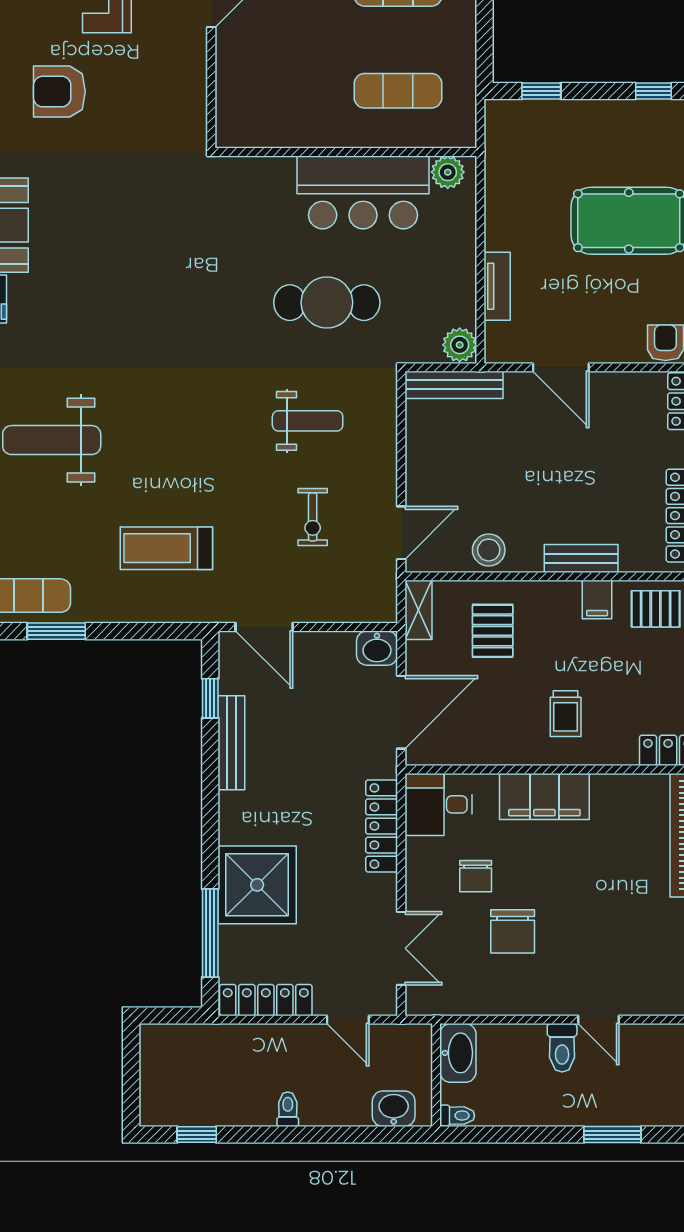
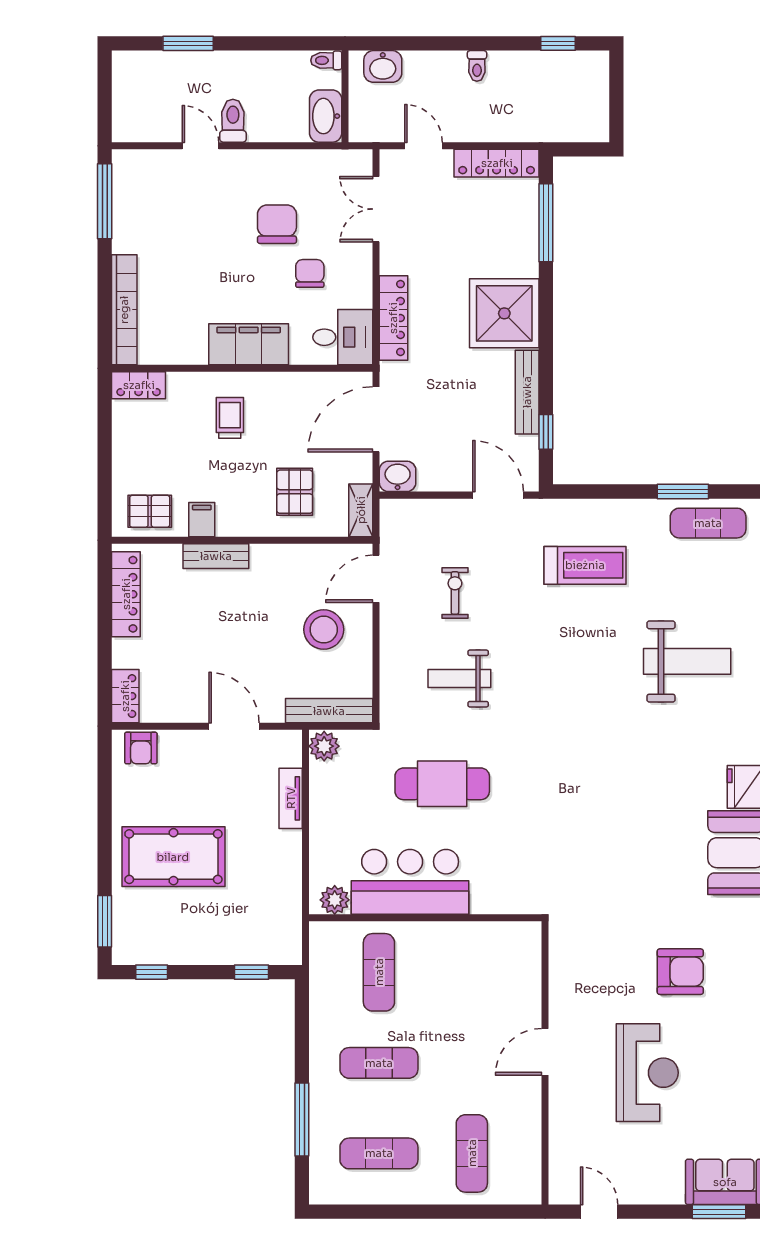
exercise mat: (398, 91) -> (379, 972), turned 90
stool: (489, 550) -> (324, 630), moved, width x1.38, depth x1.38
shower: (257, 885) -> (504, 313), moved

